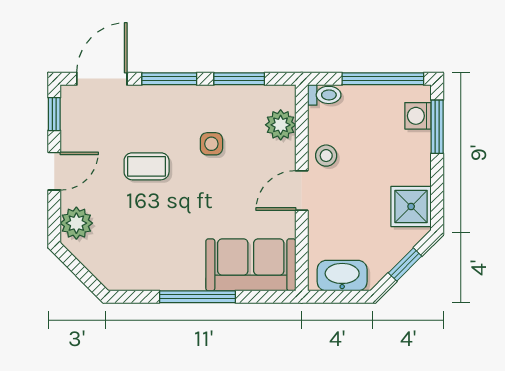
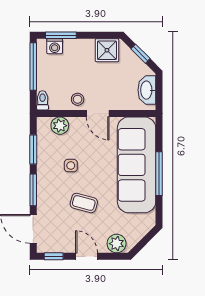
coffee table: (147, 166) -> (84, 203), turned -75
sofa: (251, 265) -> (137, 165), width x1.85, depth x1.27

